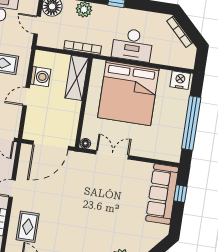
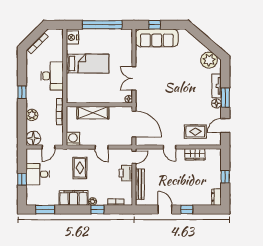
washing machine: (41, 77) -> (73, 139), moved
shelving: (77, 78) -> (93, 113), moved
bed: (128, 93) -> (88, 64), width x0.49

